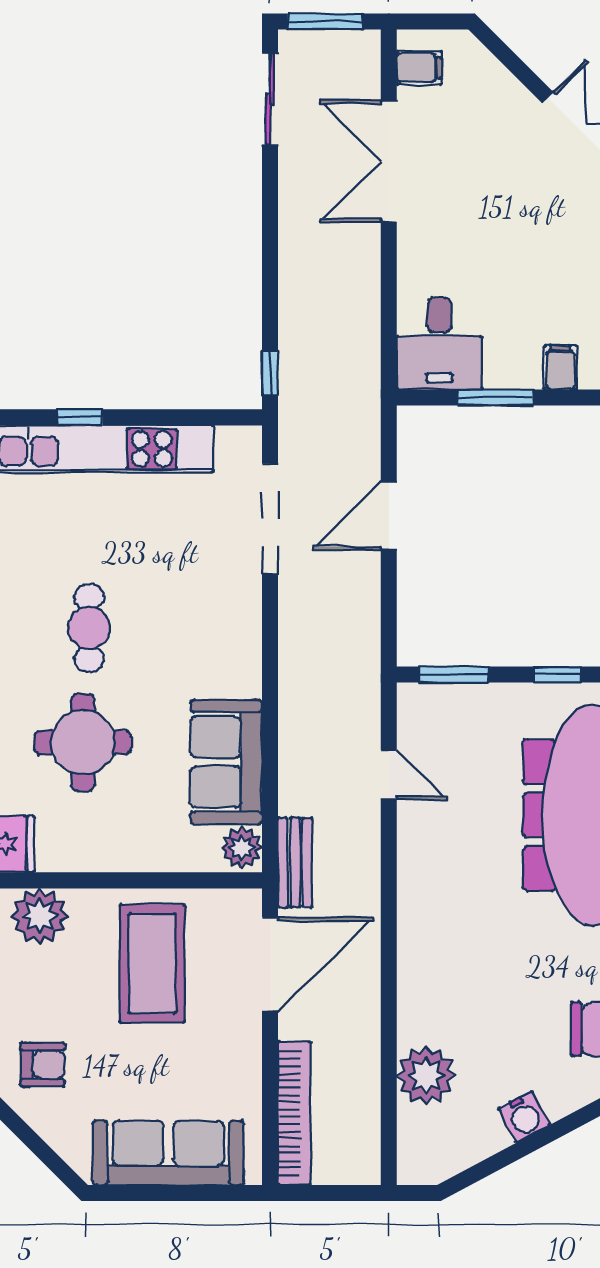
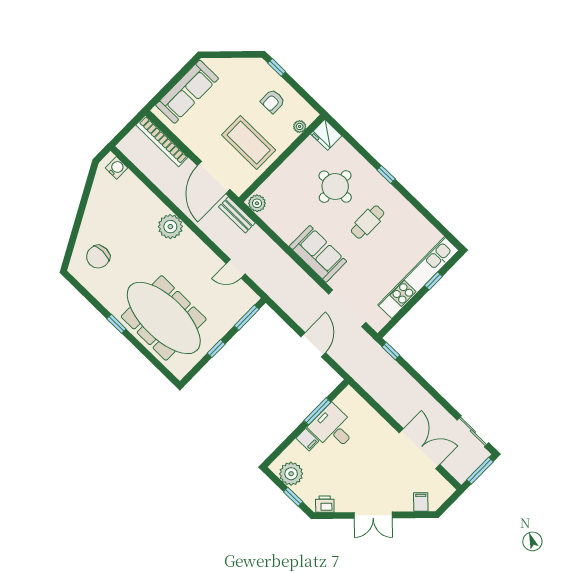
filing cabinet: (419, 68) -> (421, 502), moved, turned 135
desk: (439, 344) -> (333, 428), moved
cafe table: (89, 628) -> (368, 222), turned 90
sofa: (226, 762) -> (318, 254), moved
plant: (40, 916) -> (300, 126), width x0.53, depth x0.53
armchair: (42, 1065) -> (273, 101), moved
plant: (426, 1076) -> (170, 227), moved
water cooler: (524, 1117) -> (116, 168), moved, turned 118

